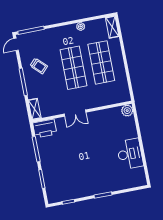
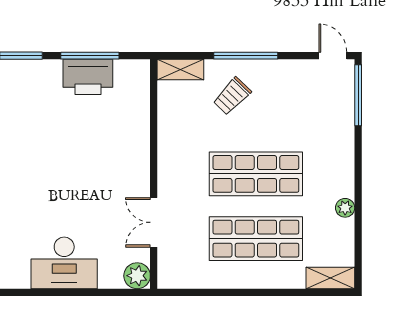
trolley: (39, 66) -> (232, 96), moved
double door: (75, 113) -> (154, 222), moved
printer: (45, 129) -> (88, 77), moved, turned -90
desk: (130, 154) -> (64, 263), moved

